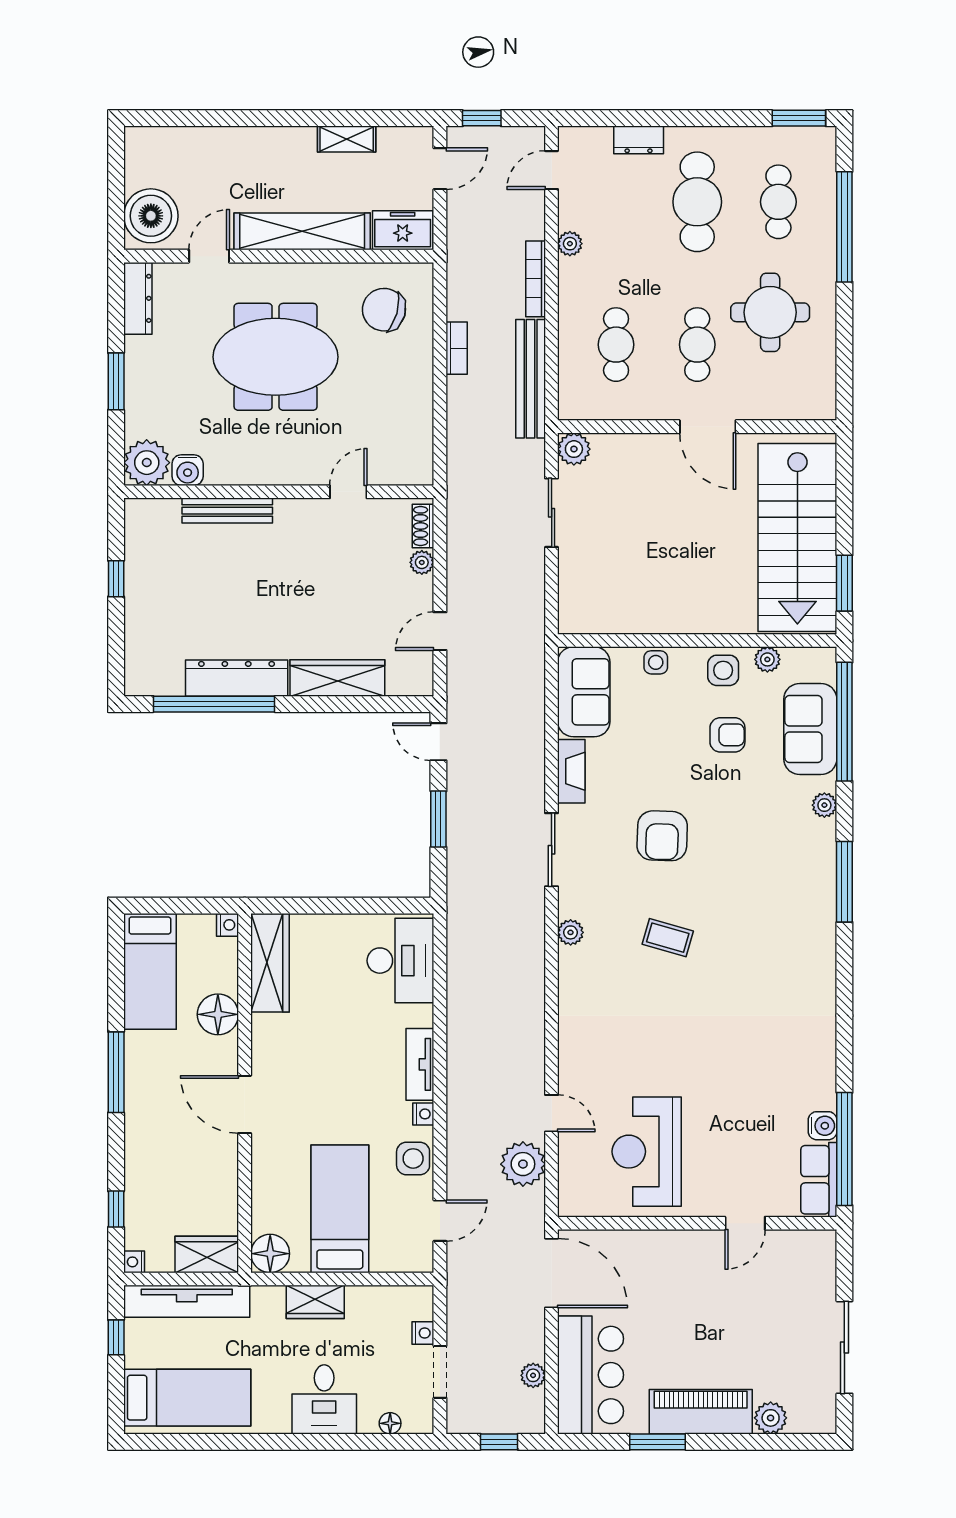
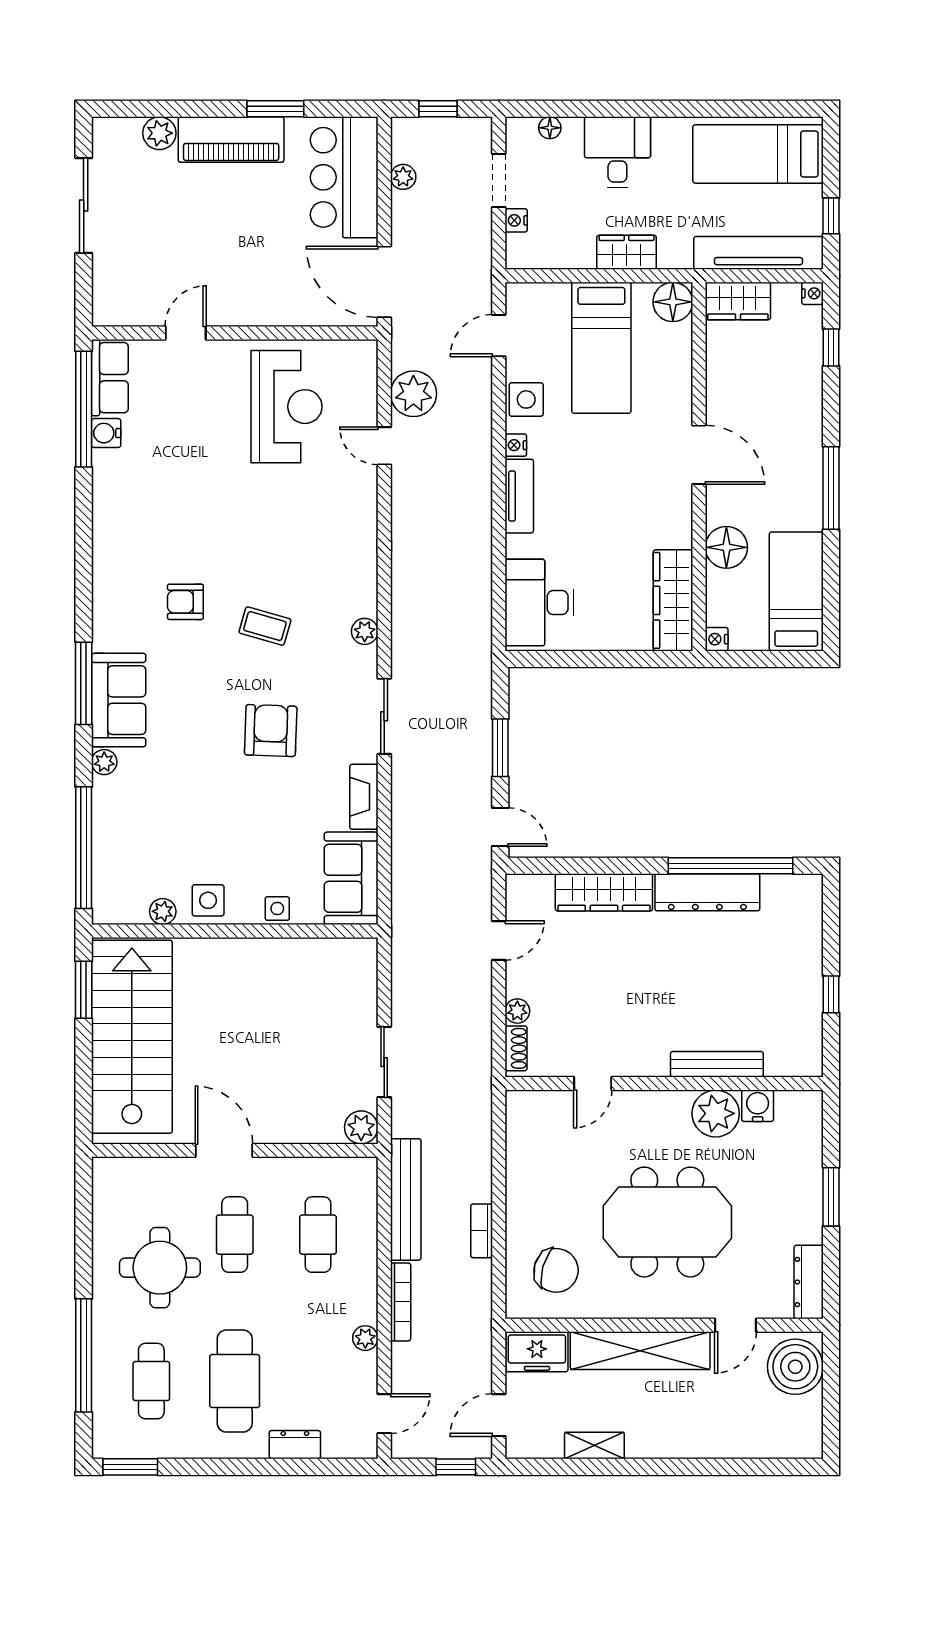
plant: (147, 463) -> (716, 1113), moved
sofa: (810, 729) -> (119, 700), moved
armchair: (727, 735) -> (185, 602), moved

